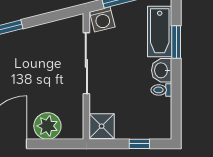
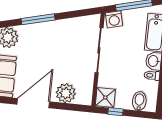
bidet: (148, 126) -> (139, 101), added
window: (139, 144) -> (115, 112), moved

